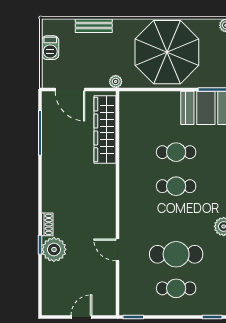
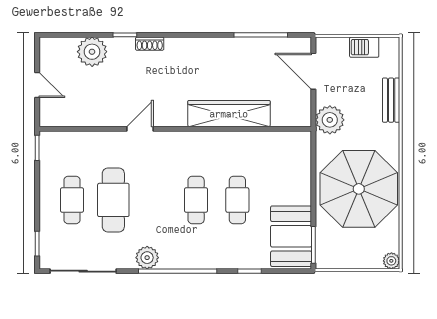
plant: (116, 81) -> (330, 120), width x1.87, depth x1.87
door: (70, 89) -> (313, 71), hinge flipped
wardrobe: (105, 129) -> (229, 114), moved
plant: (54, 249) -> (92, 52), moved
door: (118, 250) -> (140, 129), moved

